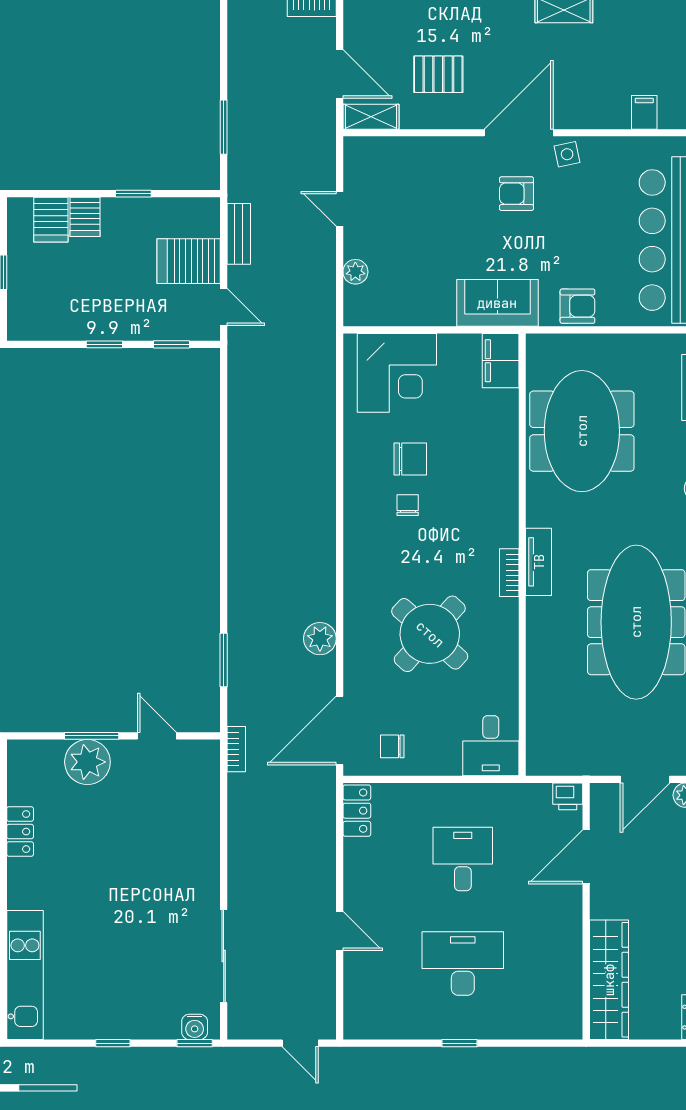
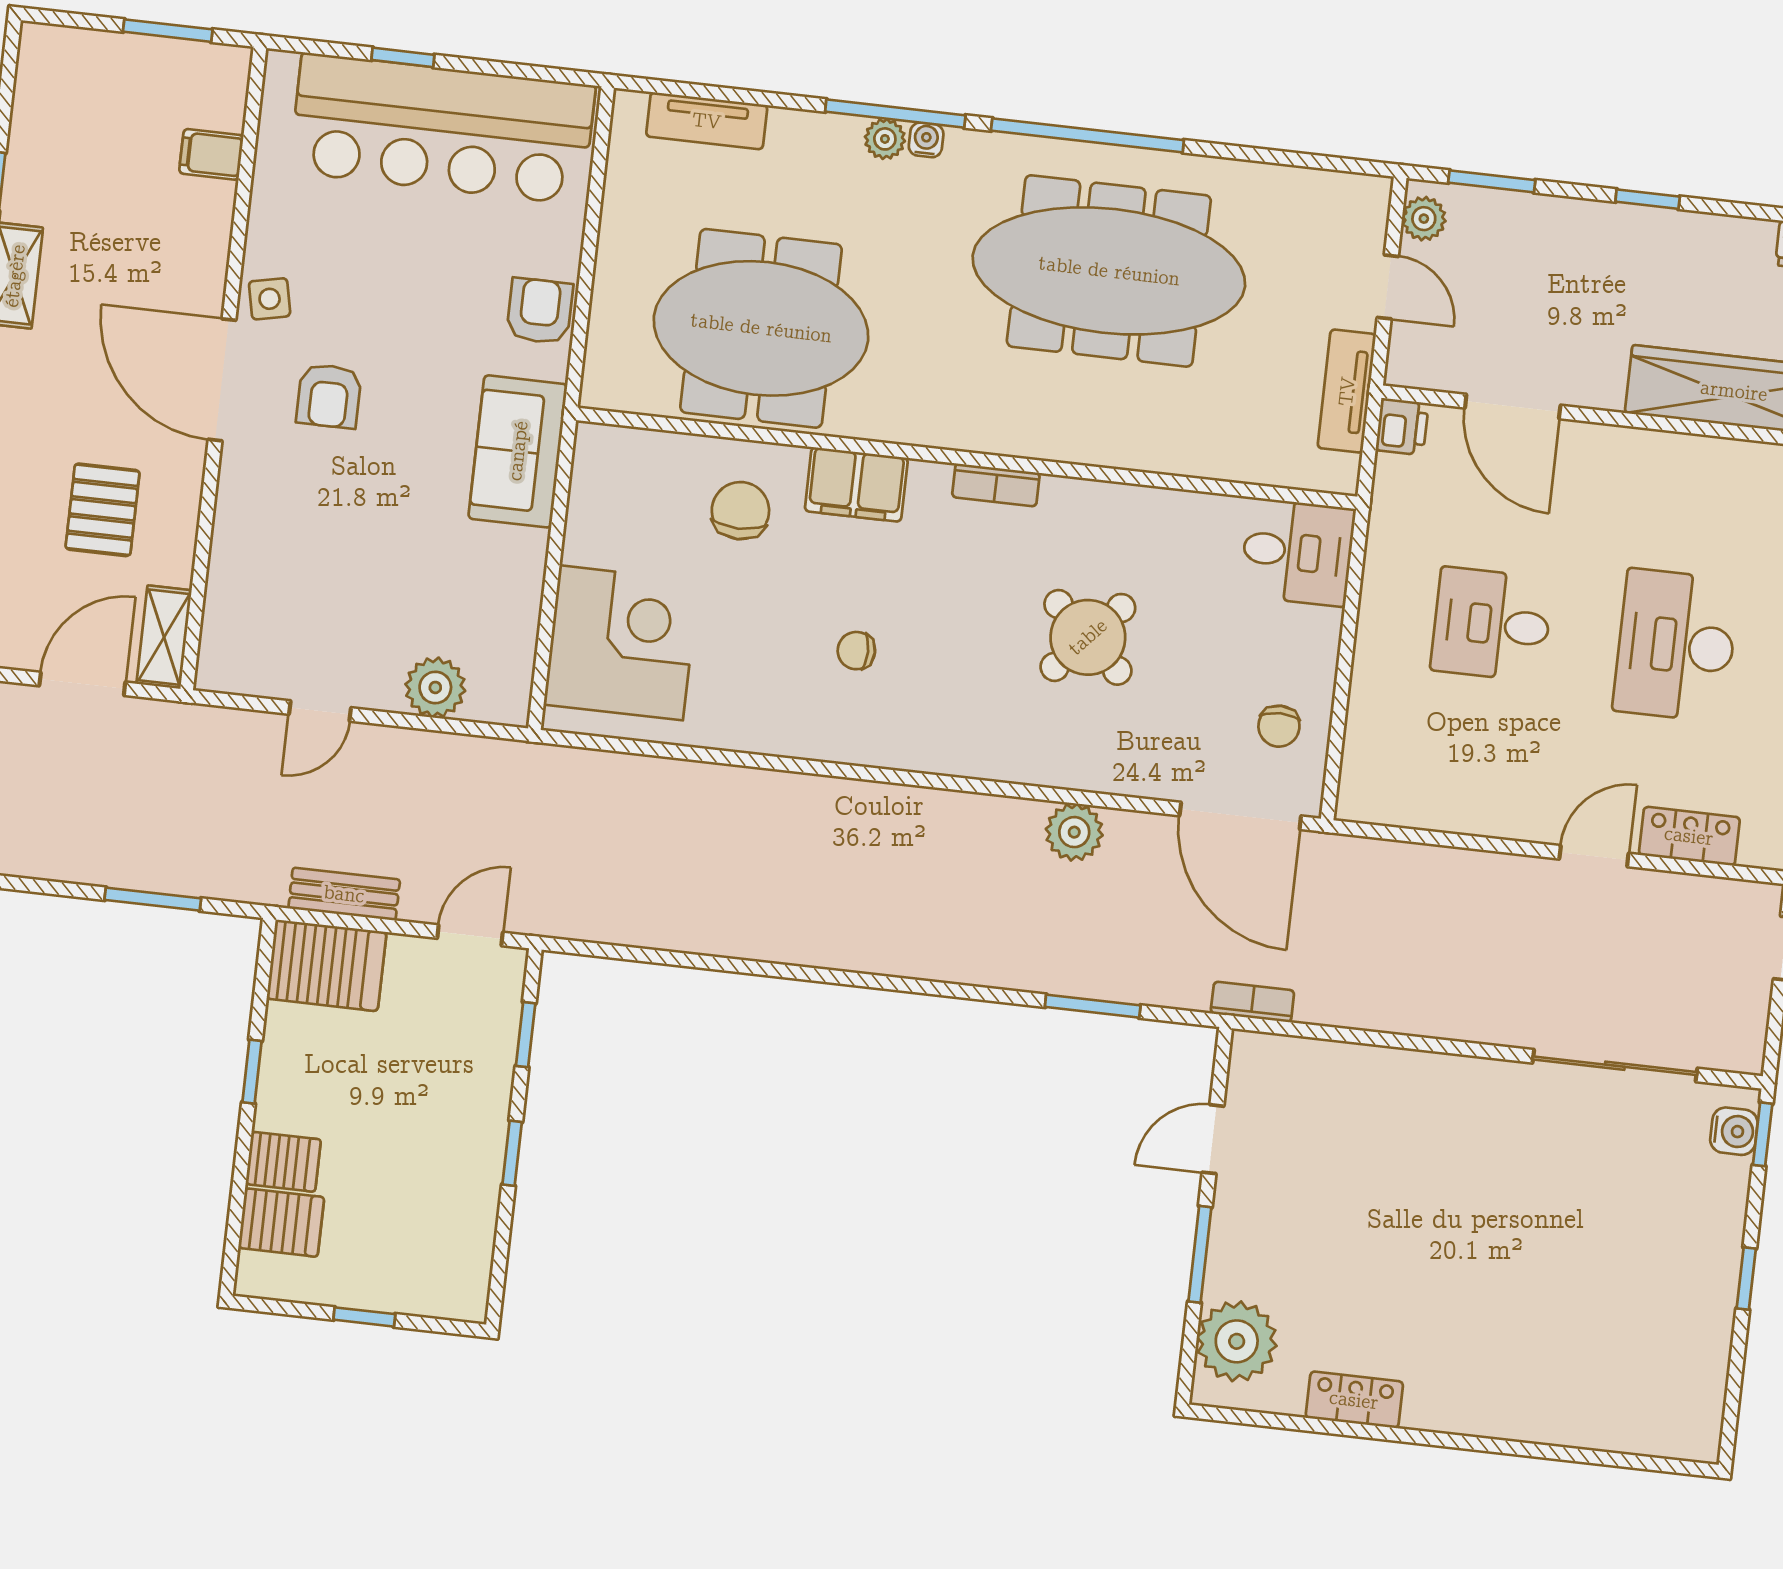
server rack: (189, 261) -> (327, 965), moved, turned -90
plant: (355, 272) -> (435, 687), width x1.38, depth x1.38
filing cabinet: (501, 361) -> (856, 484), moved
chair: (410, 459) -> (740, 511), moved
tv unit: (539, 562) -> (1347, 391), moved, turned -90
round table: (430, 634) -> (1088, 637), width x0.73, depth x0.73
plant: (87, 762) -> (1237, 1341), moved
door: (645, 779) -> (1388, 287), width x0.73
locker: (357, 811) -> (1689, 836), moved
kitchen unit: (25, 975) -> (1608, 1420), removed

